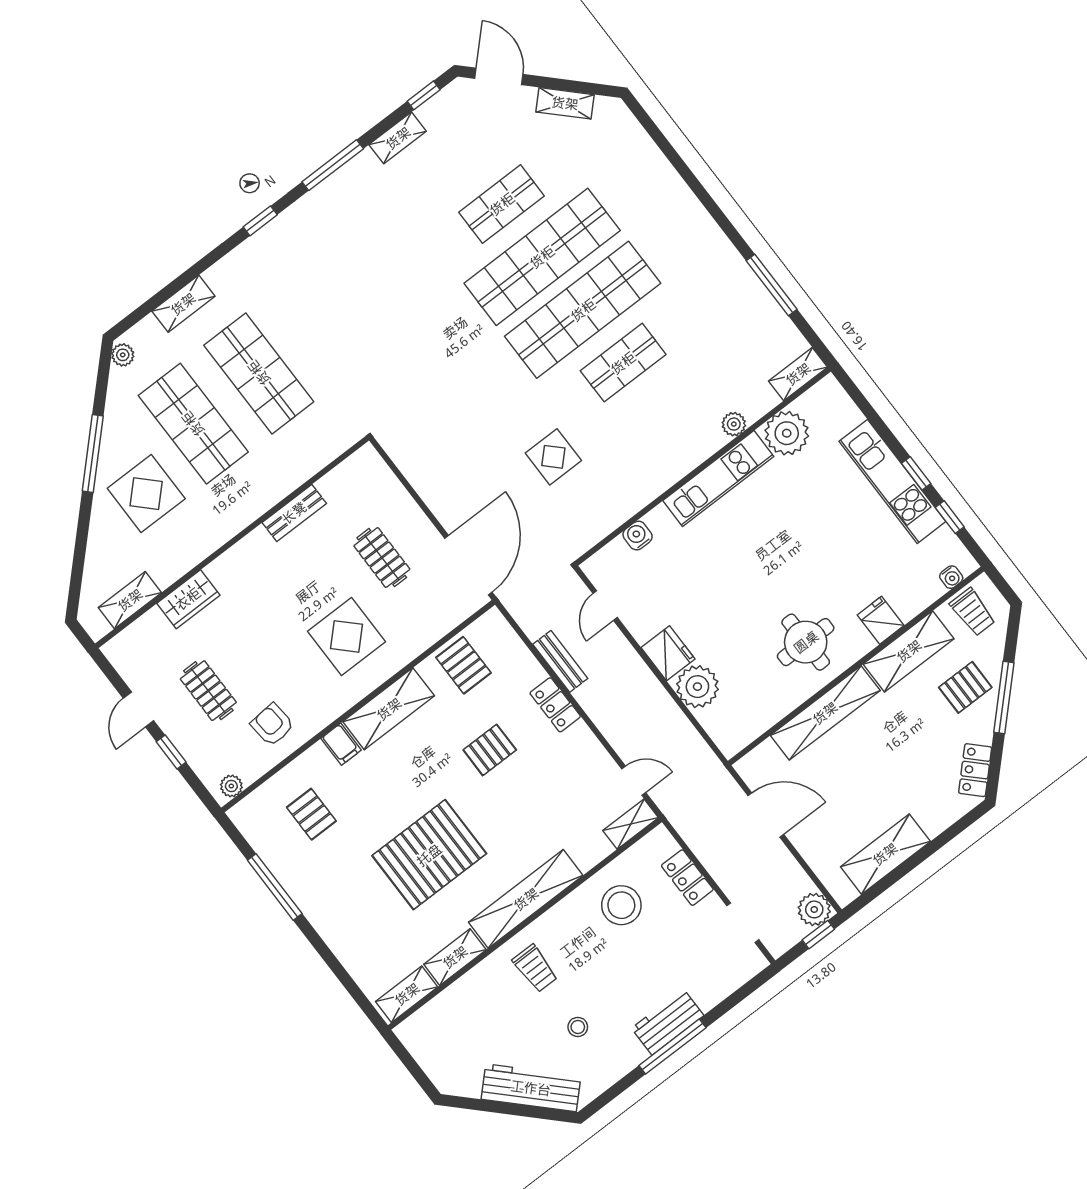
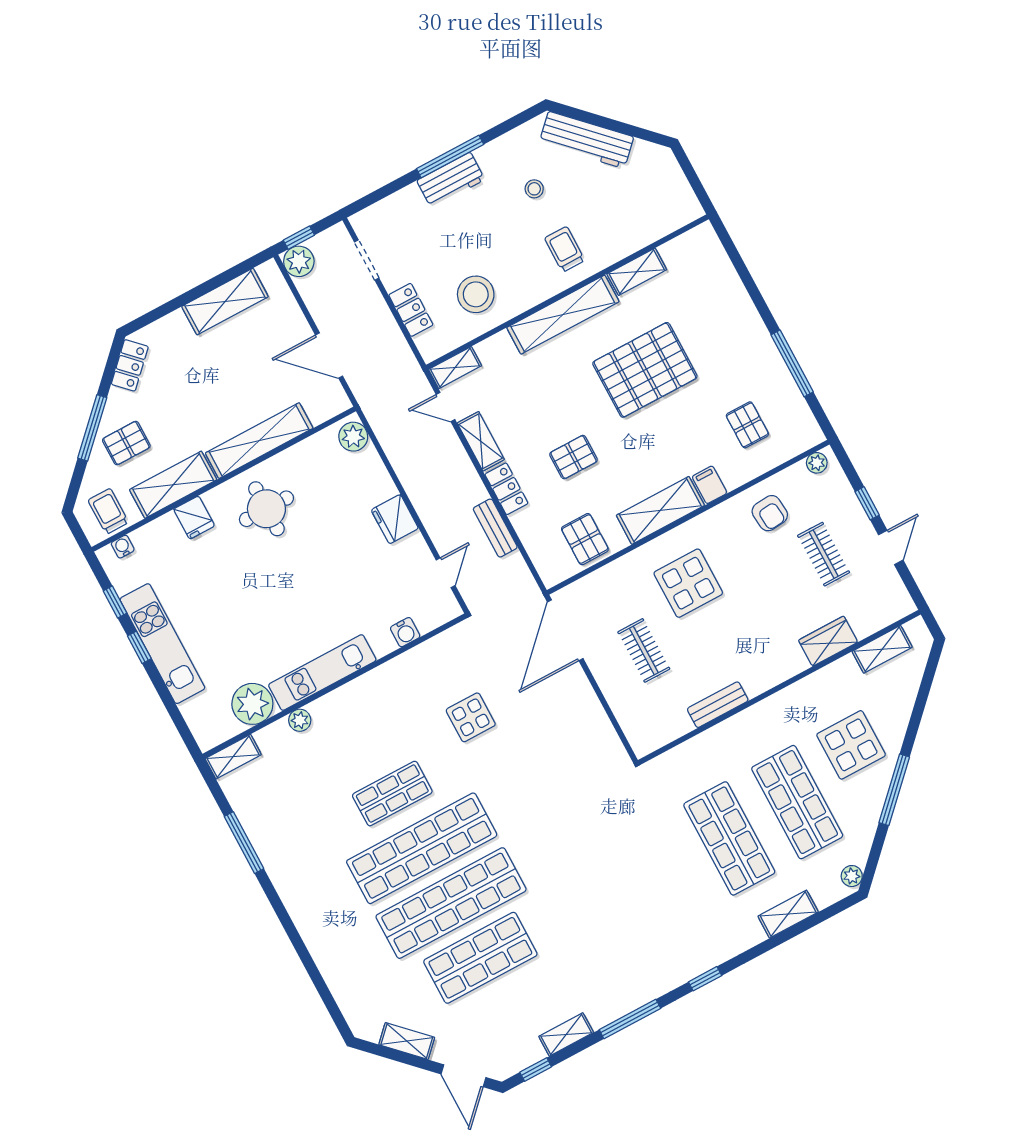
shop shelf: (502, 204) -> (480, 958), width x1.43, depth x1.36
plant: (697, 687) -> (353, 437), moved, width x0.73, depth x0.73
shelving: (407, 994) -> (481, 441), moved, turned 90

